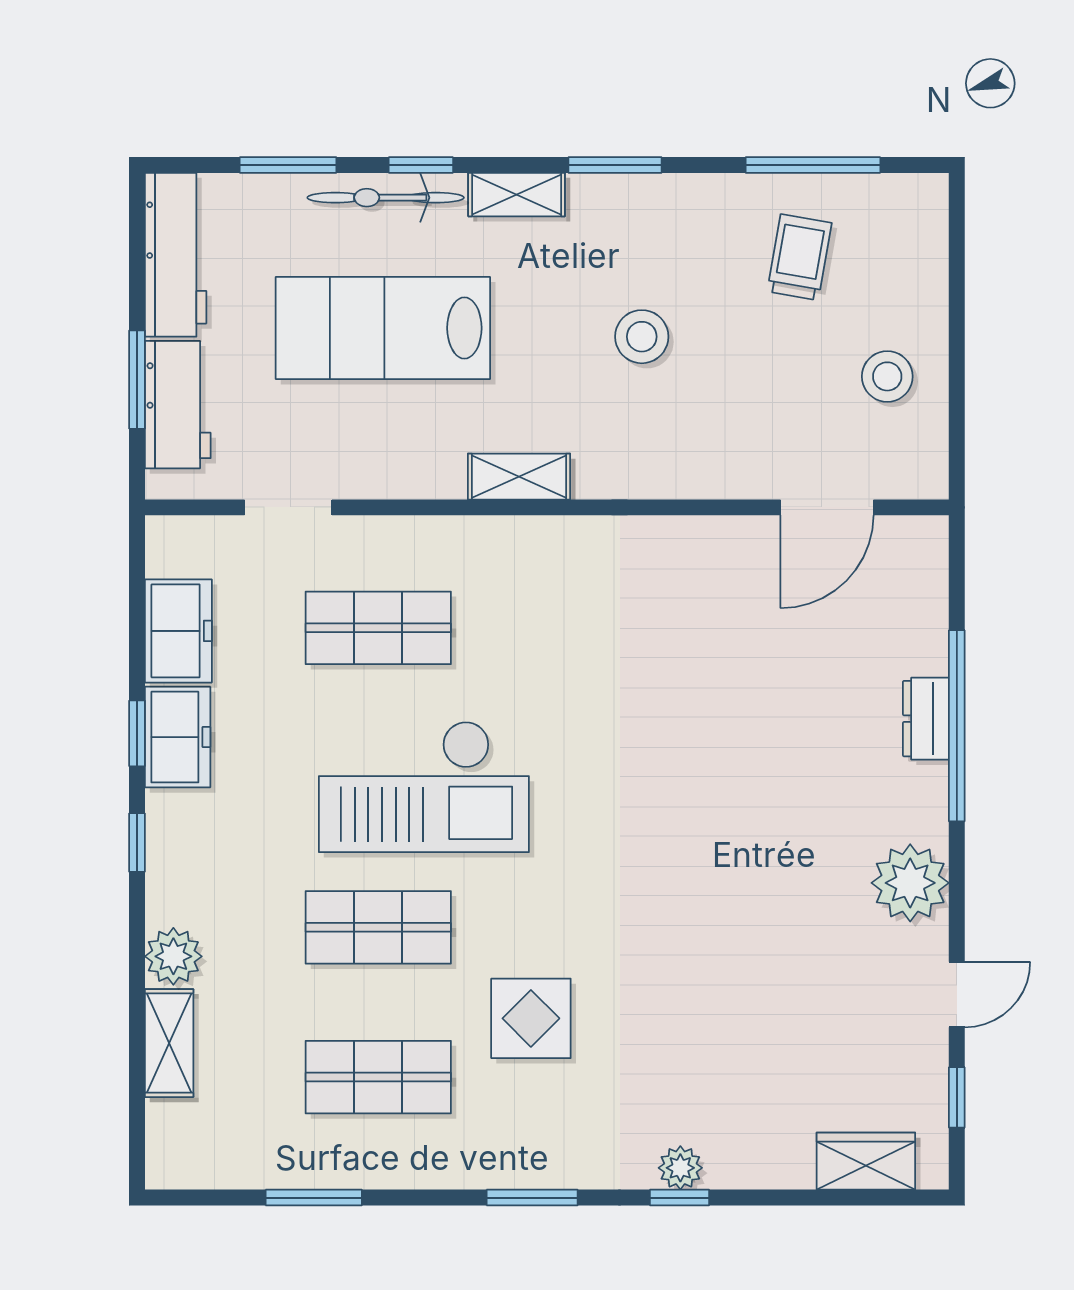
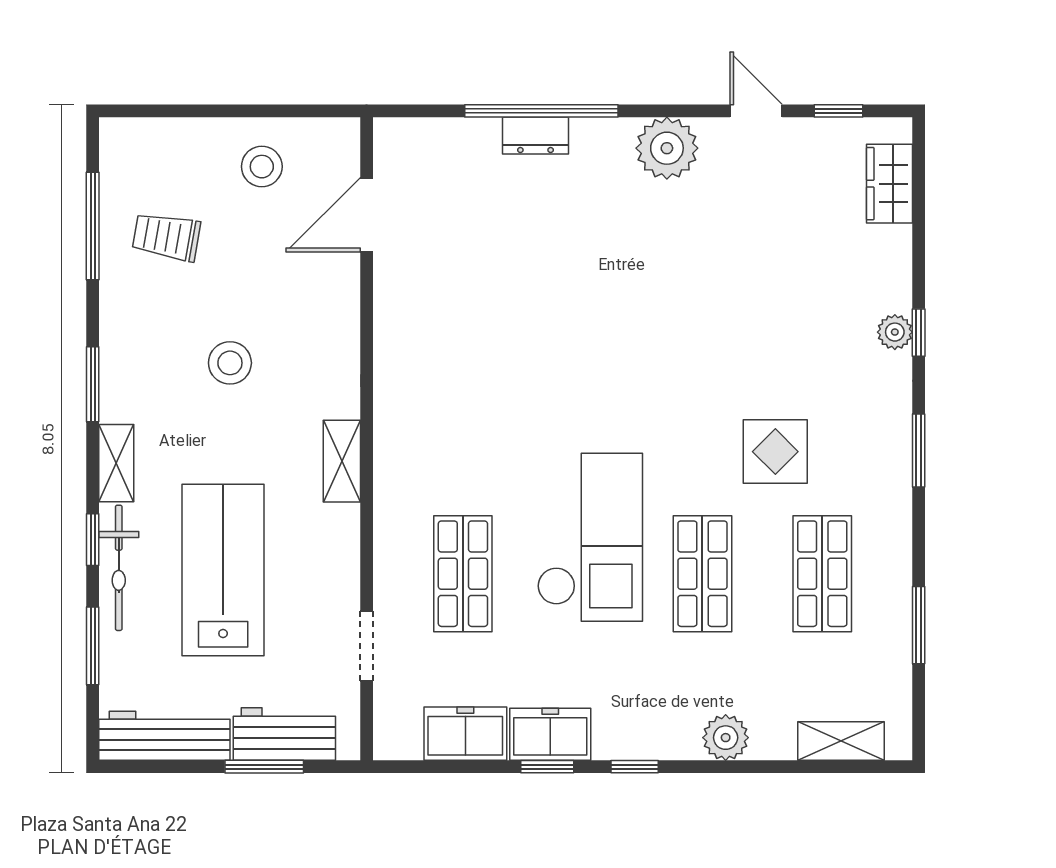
lab bench: (383, 328) -> (223, 570), turned 180
door: (827, 507) -> (367, 215), swing flipped
shelving: (169, 1043) -> (841, 741), moved

